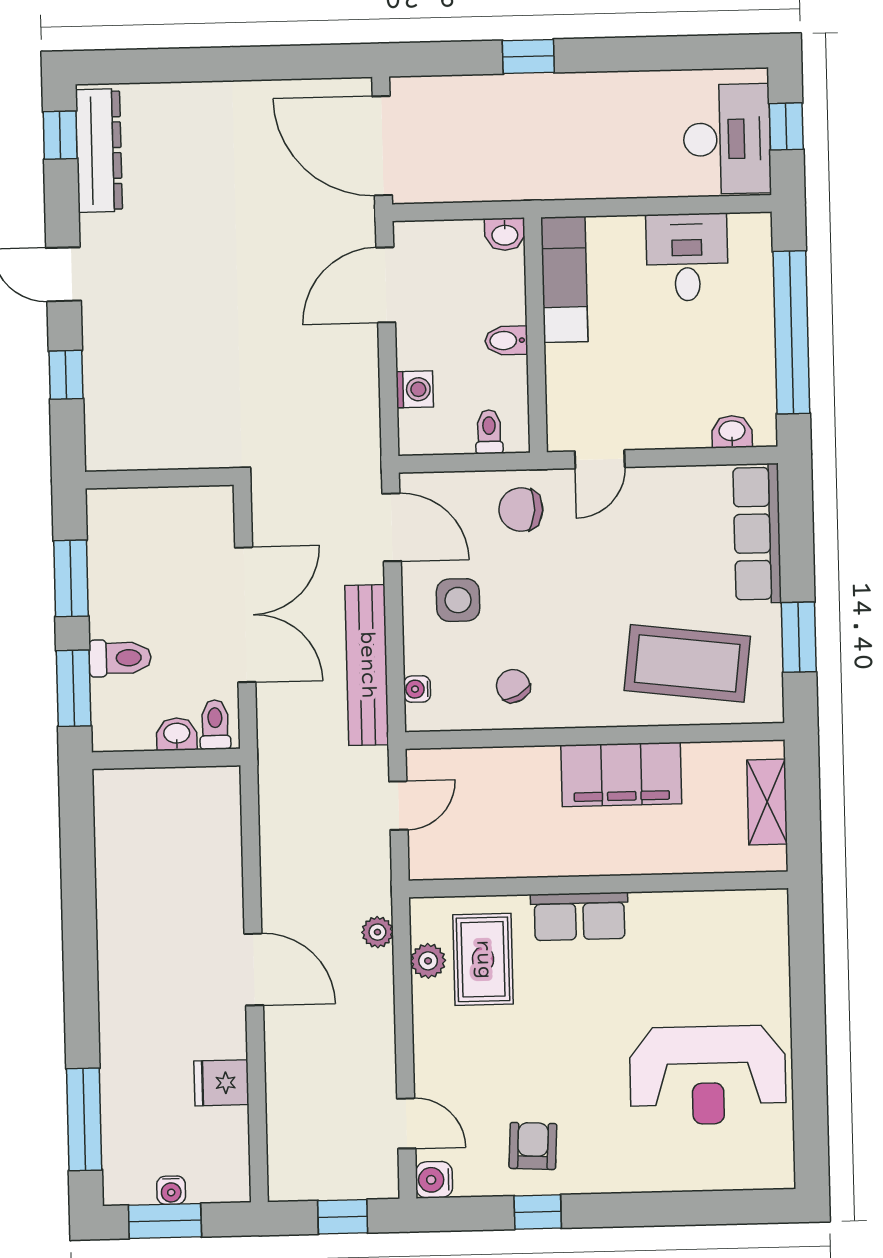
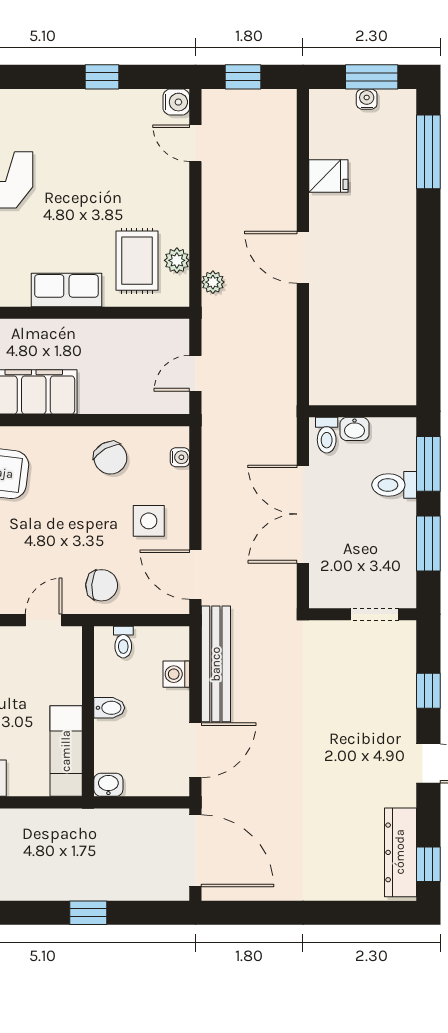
doorway: (142, 479) -> (375, 614), added
bench: (367, 665) -> (216, 664), moved
chair: (513, 686) -> (110, 458), width x1.37, depth x1.37
armchair: (533, 1146) -> (104, 125), removed

